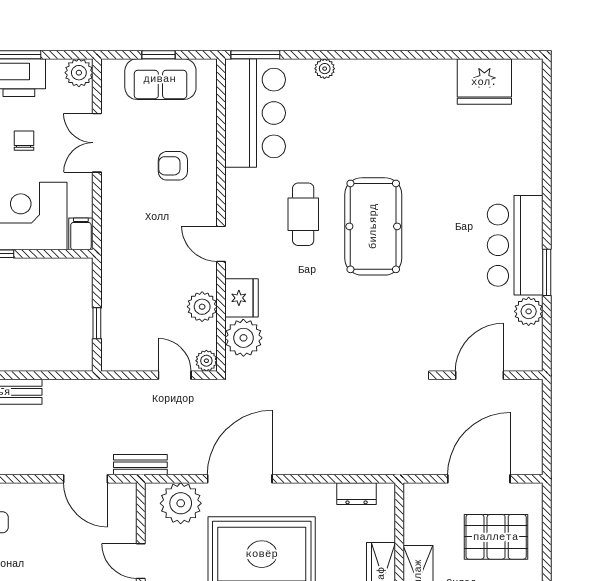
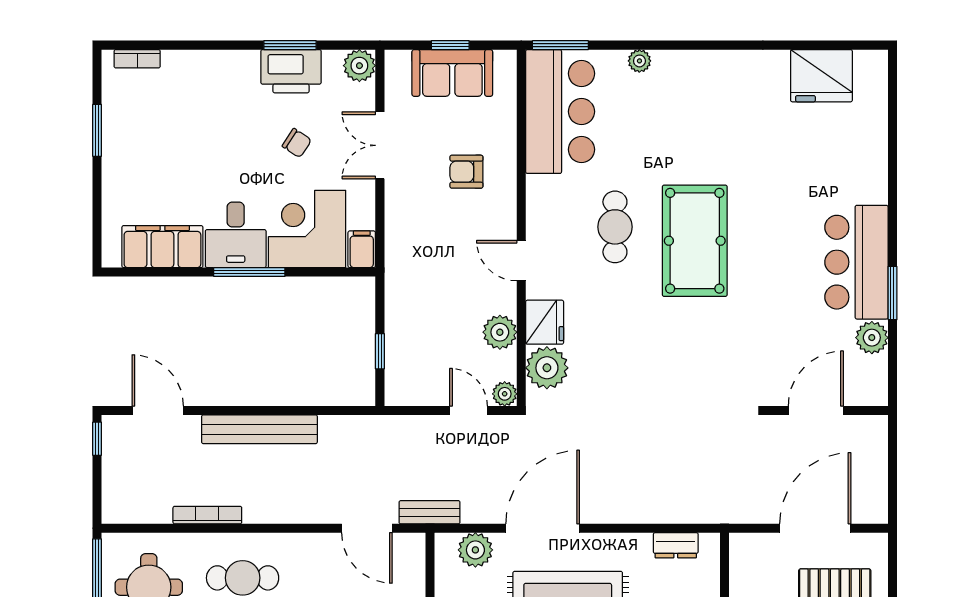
chair: (24, 141) -> (297, 143), turned 123
plant: (181, 503) -> (475, 550), width x0.73, depth x0.73

